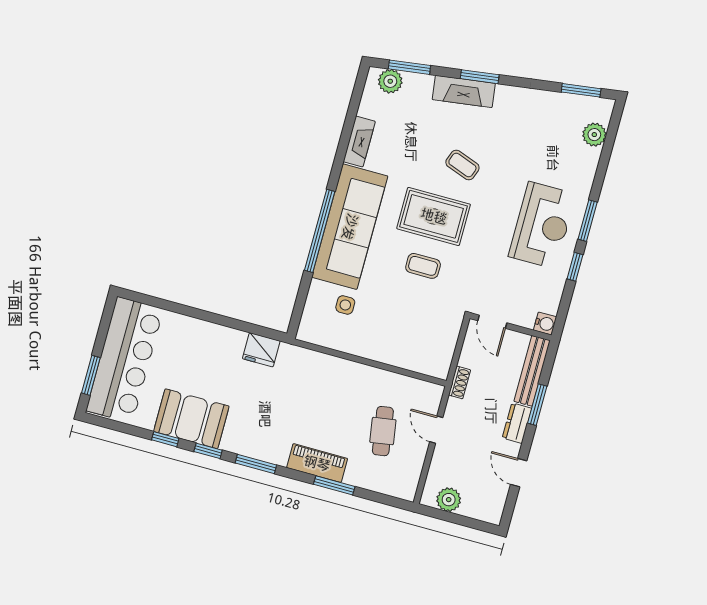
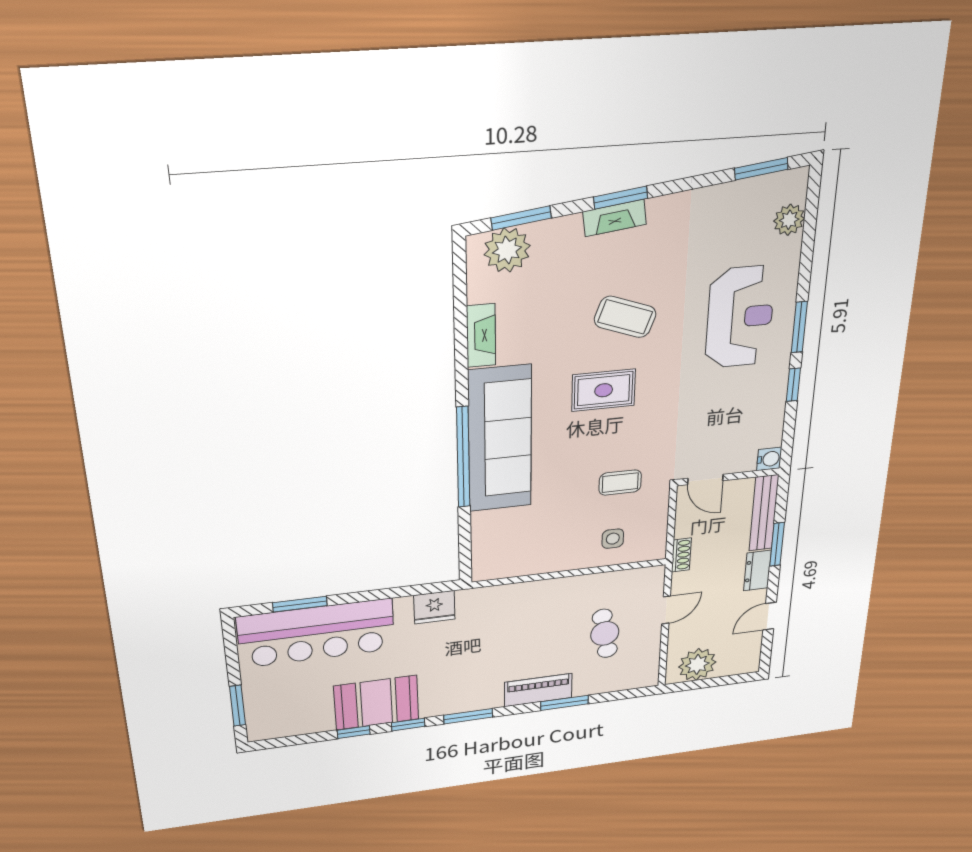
plant: (390, 81) -> (507, 250), width x1.36, depth x1.36
fireplace: (464, 91) -> (615, 218), width x0.73, depth x0.76
coffee table: (462, 165) -> (625, 317), width x1.36, depth x1.30
rug: (434, 216) -> (604, 390), width x0.73, depth x0.70
reception desk: (542, 225) -> (740, 317), moved
coffee table: (423, 266) -> (620, 483), moved
window: (167, 305) -> (300, 604), added
side table: (345, 305) -> (613, 539), moved
bar counter: (125, 360) -> (317, 633), moved, turned 90
door: (436, 430) -> (666, 610), swing flipped
door: (519, 473) -> (770, 616), hinge flipped
plant: (449, 500) -> (697, 665), width x1.36, depth x1.36

